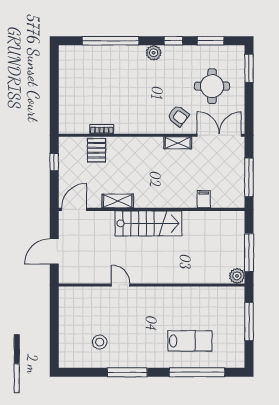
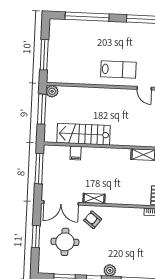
window: (249, 68) -> (36, 237), moved
stairs: (148, 223) -> (84, 134), moved
lab bench: (190, 341) -> (118, 69), moved, turned 180

